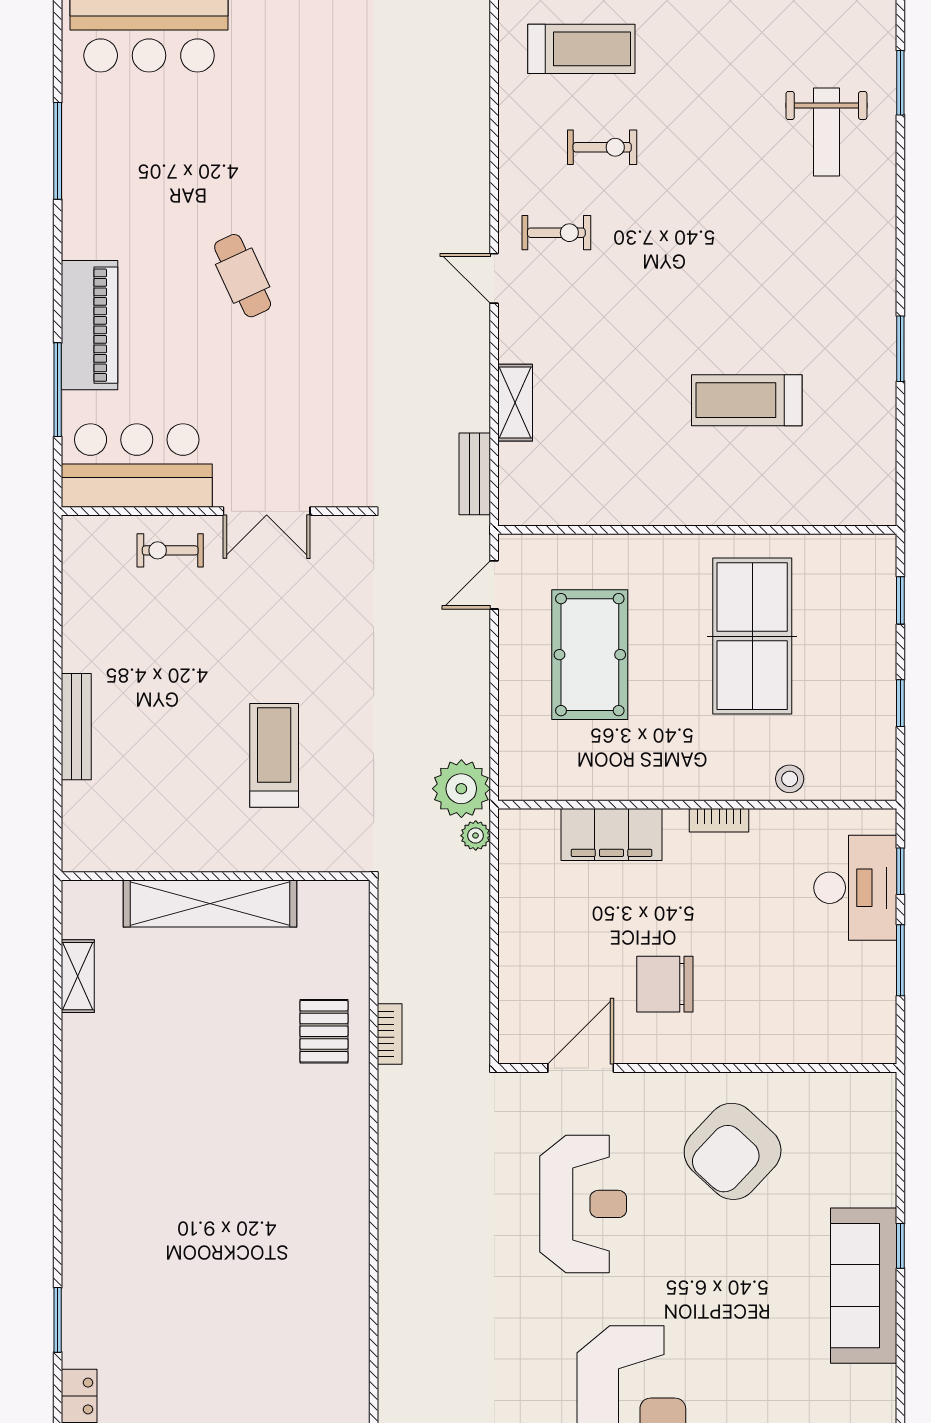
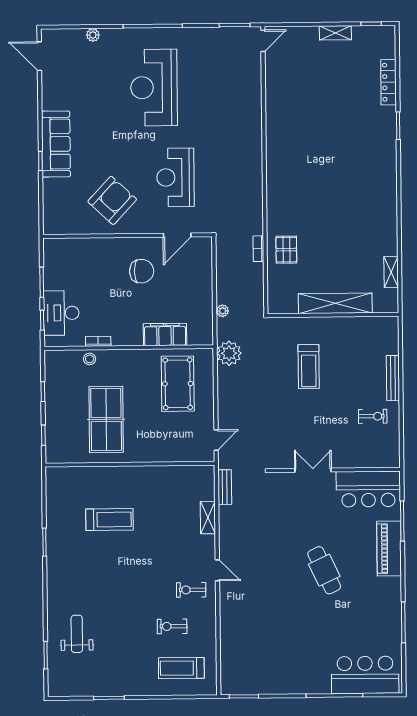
cafe table: (243, 276) -> (324, 570), width x1.37, depth x1.35
exercise bike: (170, 550) -> (373, 416), moved
pool table: (590, 655) -> (178, 384), moved
bookcase: (719, 820) -> (98, 341), moved
plant: (476, 836) -> (223, 311), moved

